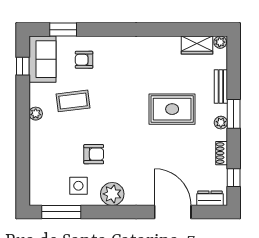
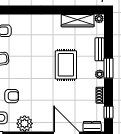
wardrobe: (197, 45) -> (78, 21), width x1.50
rug: (172, 109) -> (66, 65), turned 90

